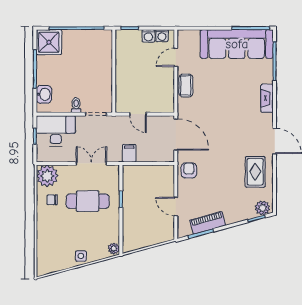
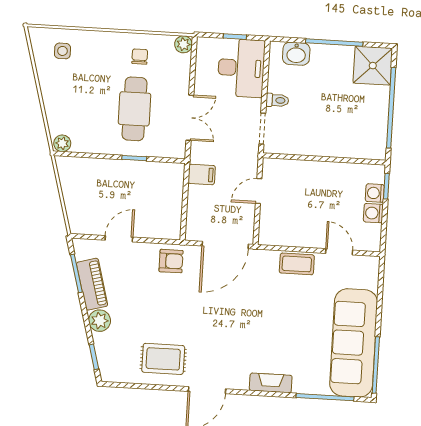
washing machine: (162, 36) -> (375, 193), moved
plant: (47, 176) -> (183, 44), width x0.53, depth x0.53
plant: (262, 208) -> (100, 321), moved
side table: (81, 256) -> (62, 51), moved

